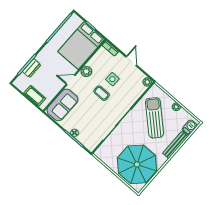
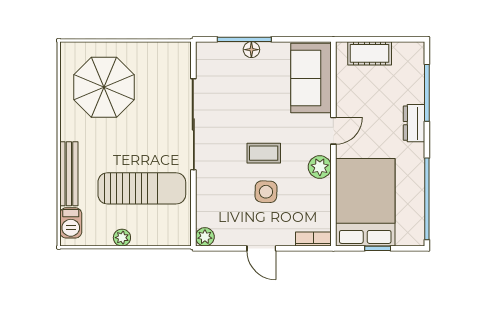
dresser: (32, 68) -> (414, 123), moved
sun lounger: (154, 118) -> (142, 188), turned -43
parasol: (137, 164) -> (104, 87), width x0.73, depth x0.73

